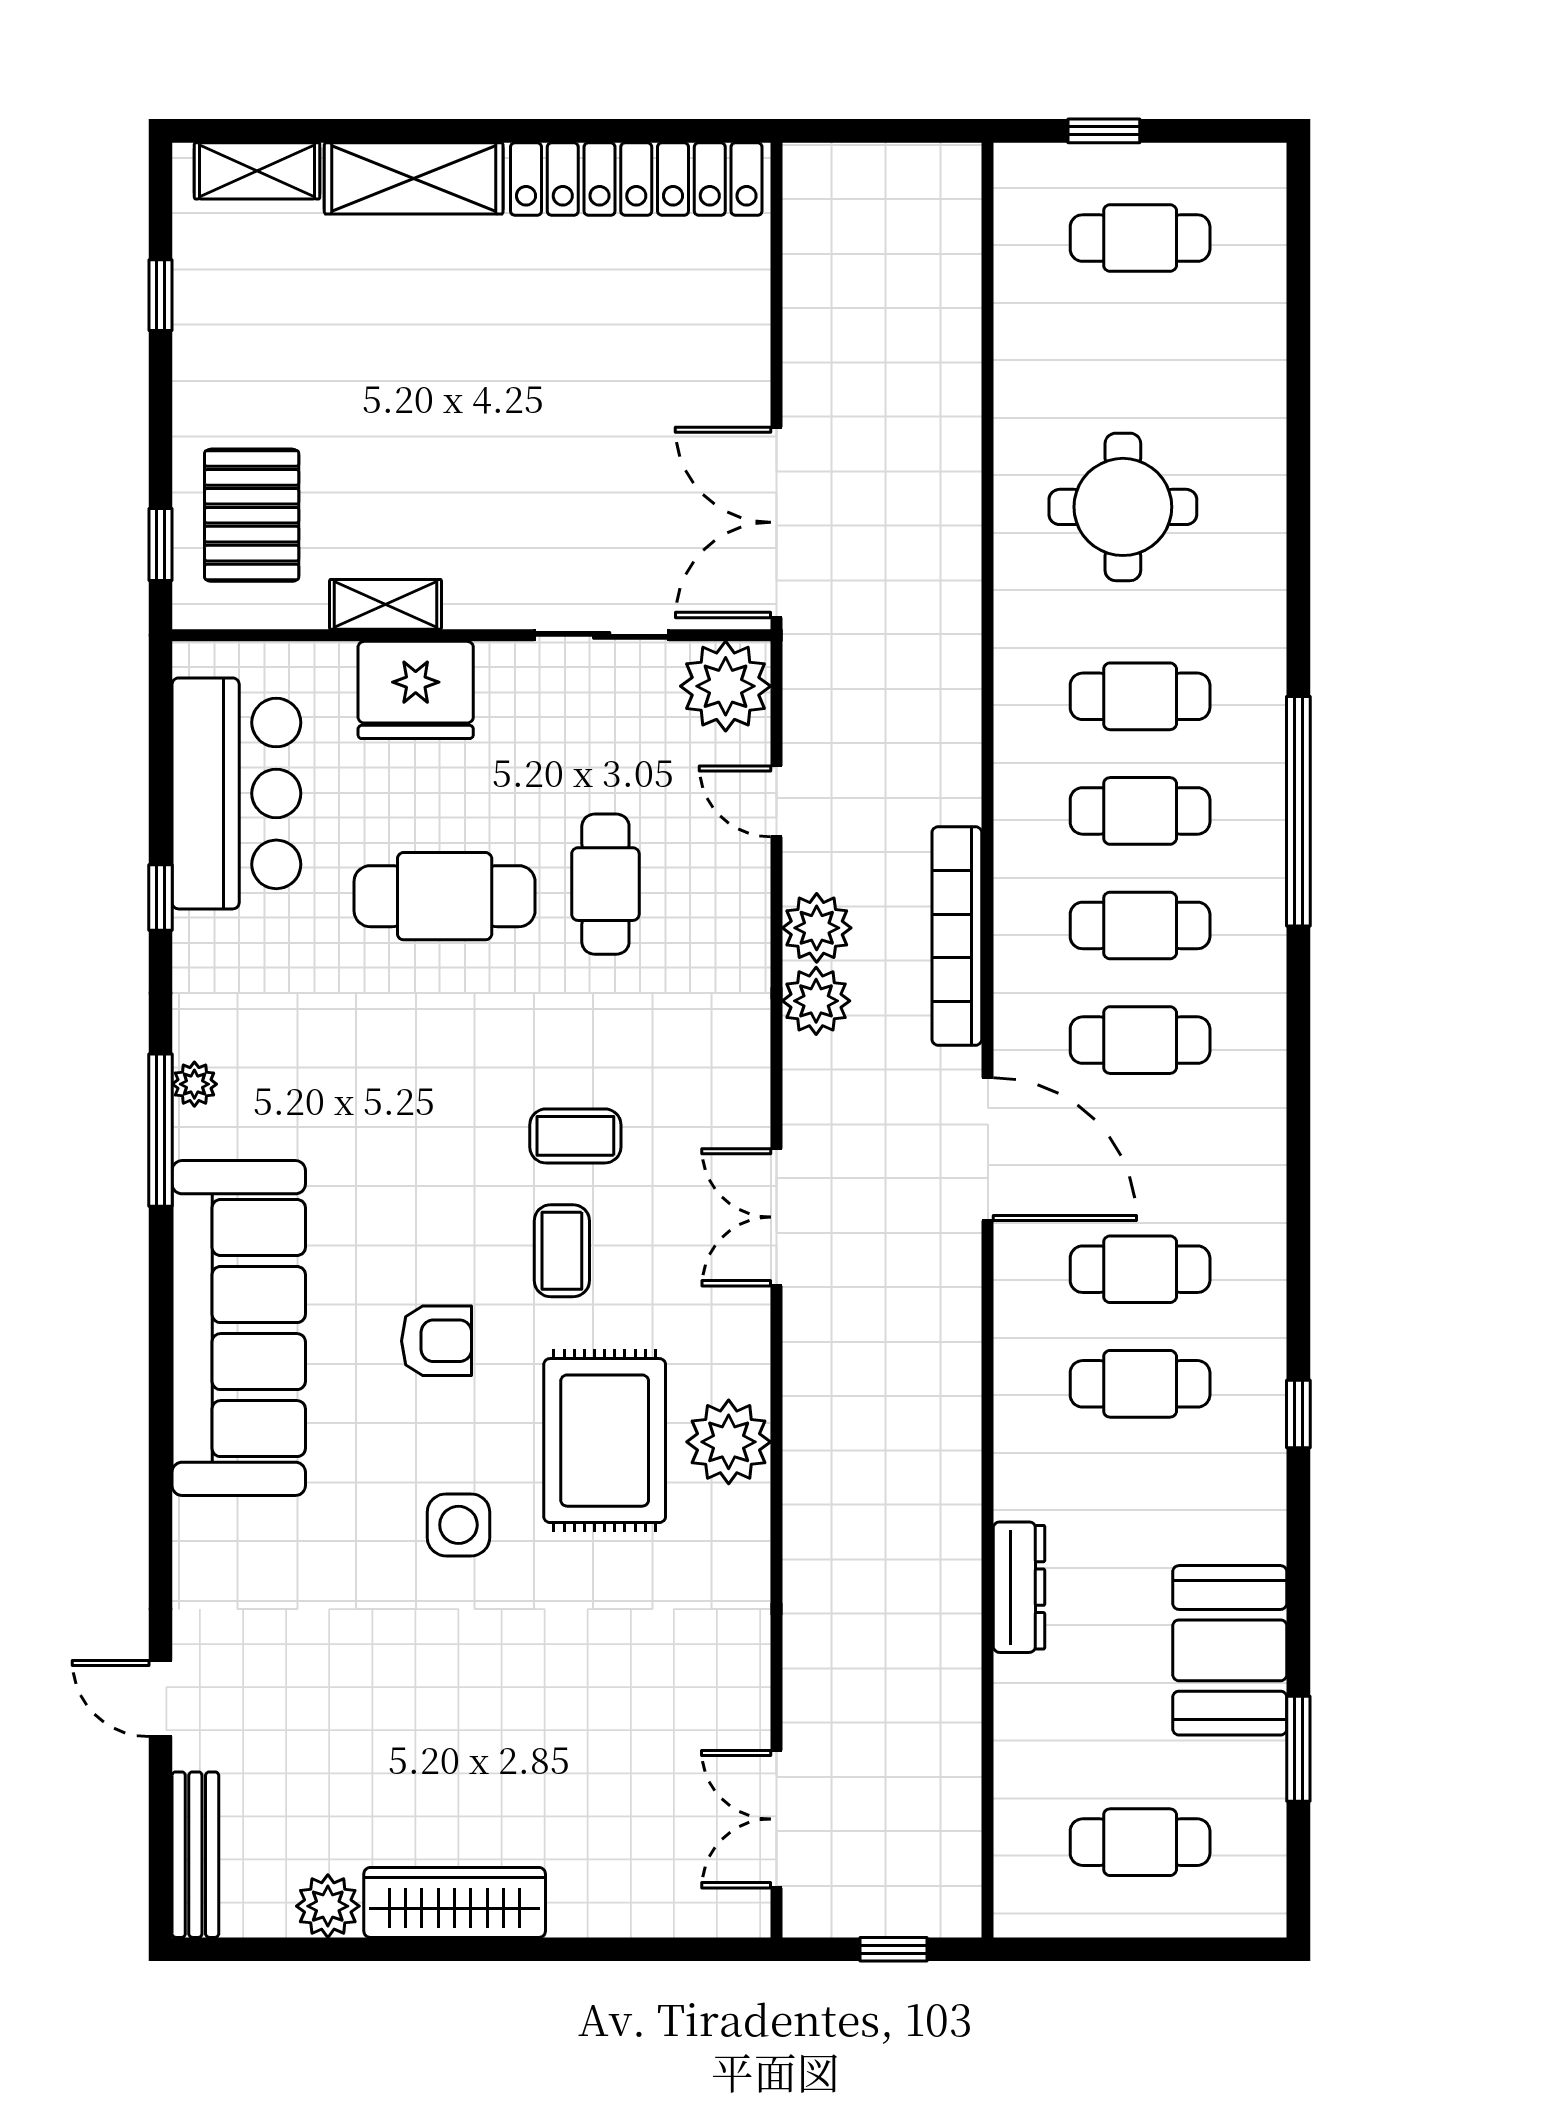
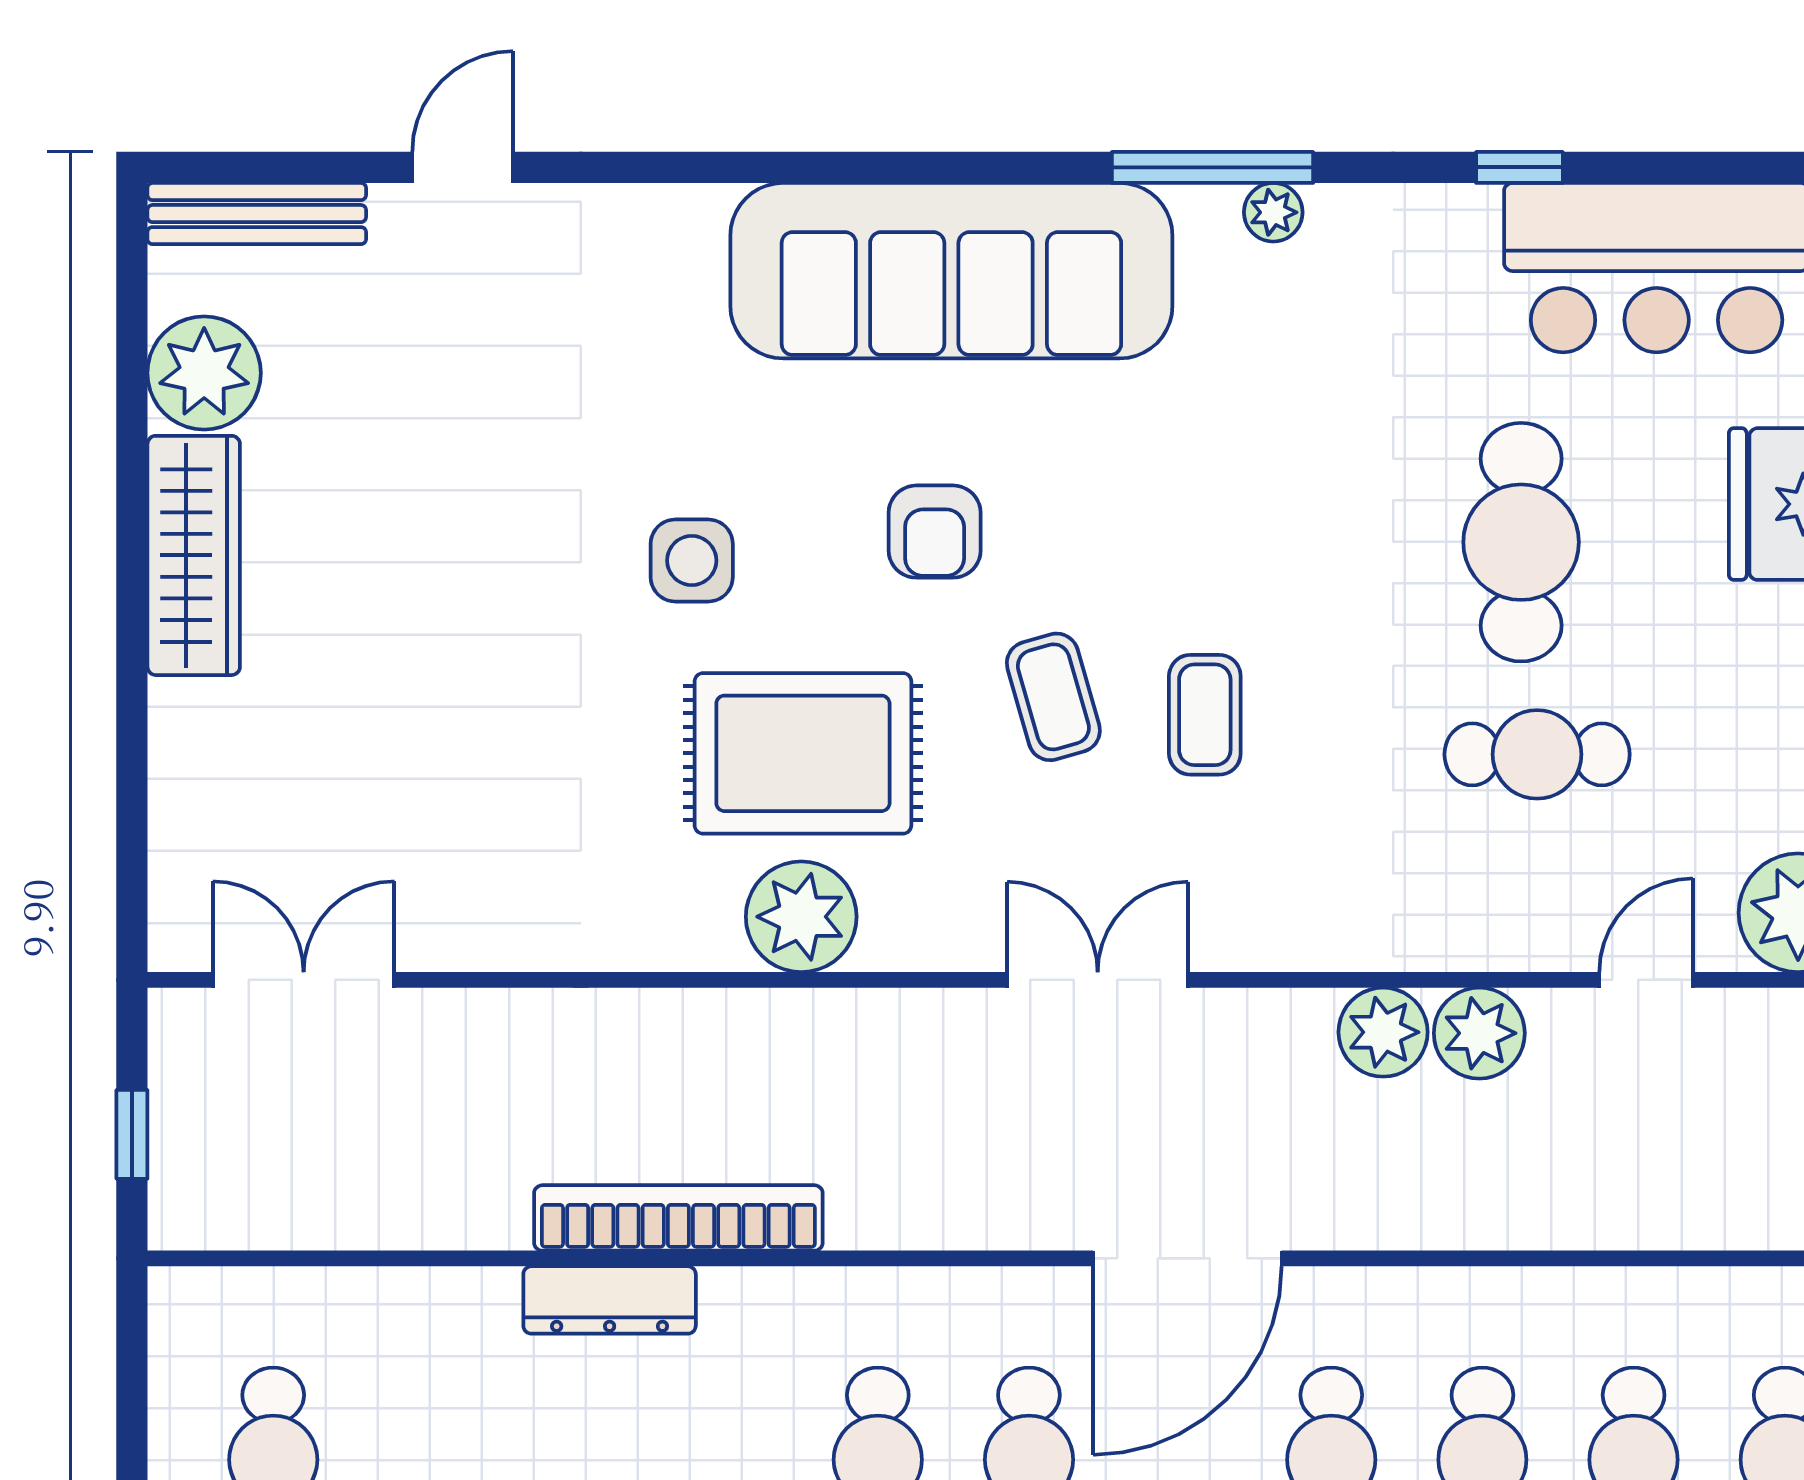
bookcase: (957, 936) -> (678, 1218), moved
coffee table: (562, 1251) -> (1053, 697), turned 74
plant: (328, 1906) -> (204, 373), width x1.36, depth x1.36

